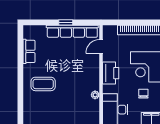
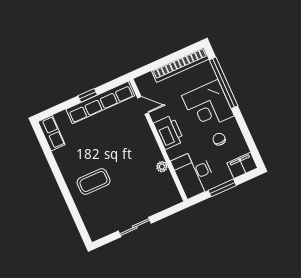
door: (101, 47) -> (143, 105), swing flipped
row of seats: (29, 51) -> (52, 133), moved

